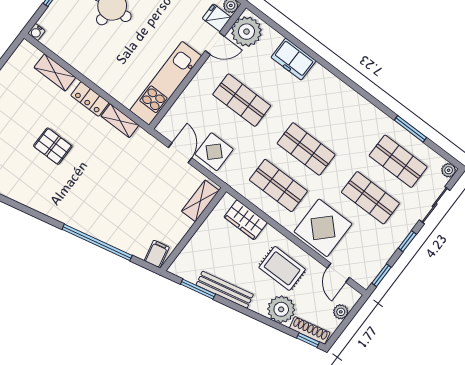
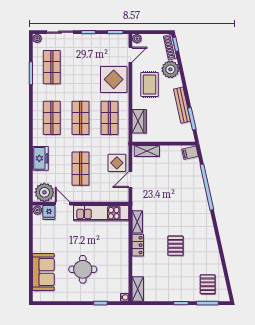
shelving: (55, 72) -> (138, 289), moved
shop shelf: (370, 198) -> (52, 118), moved
plant: (341, 312) -> (137, 39), moved

